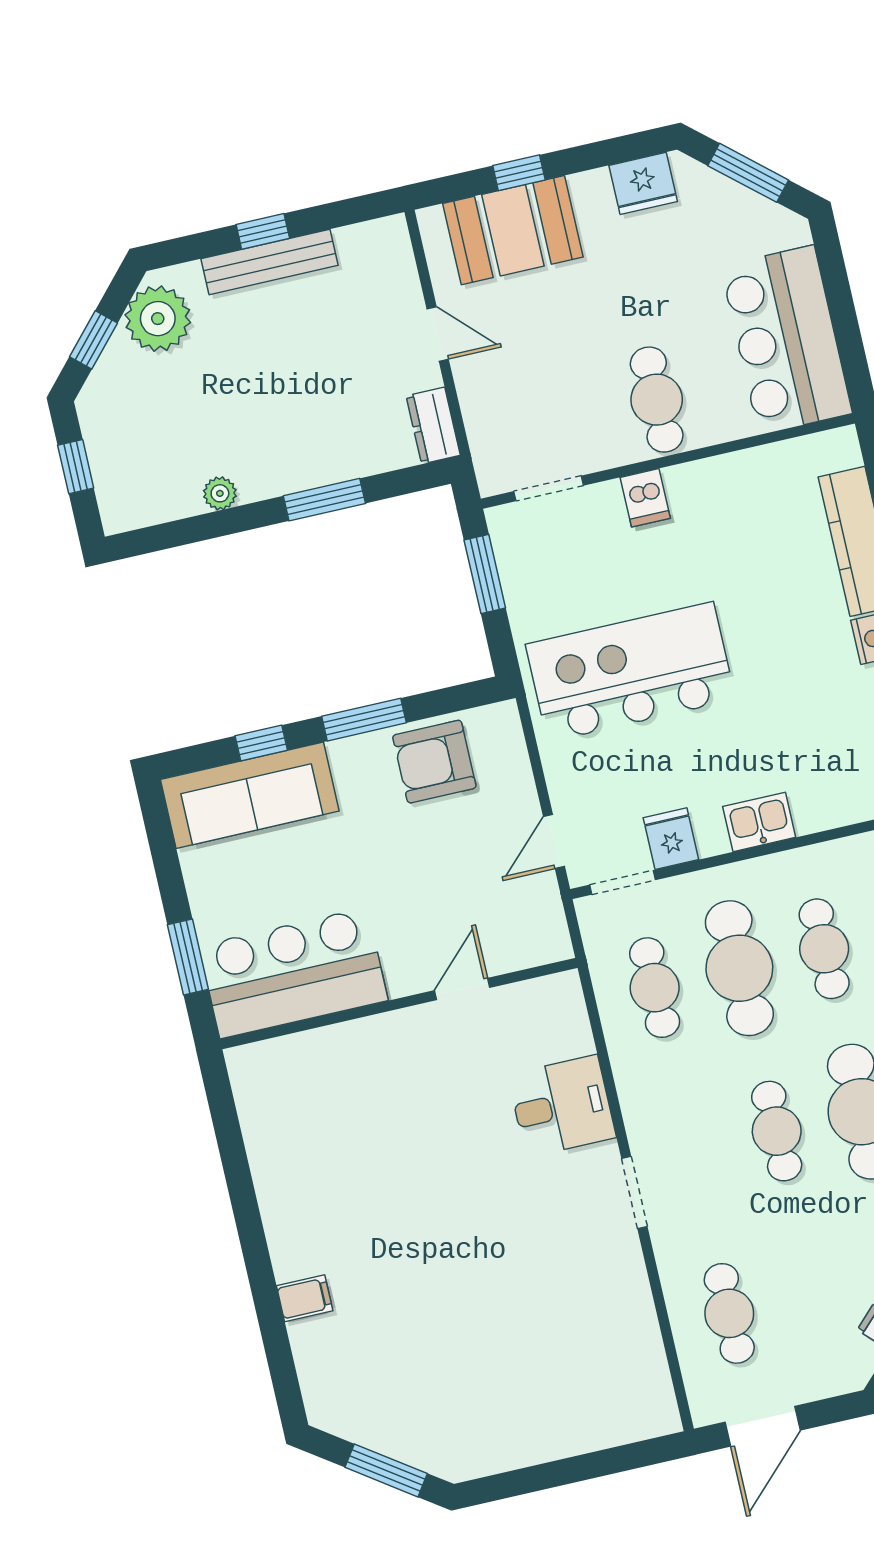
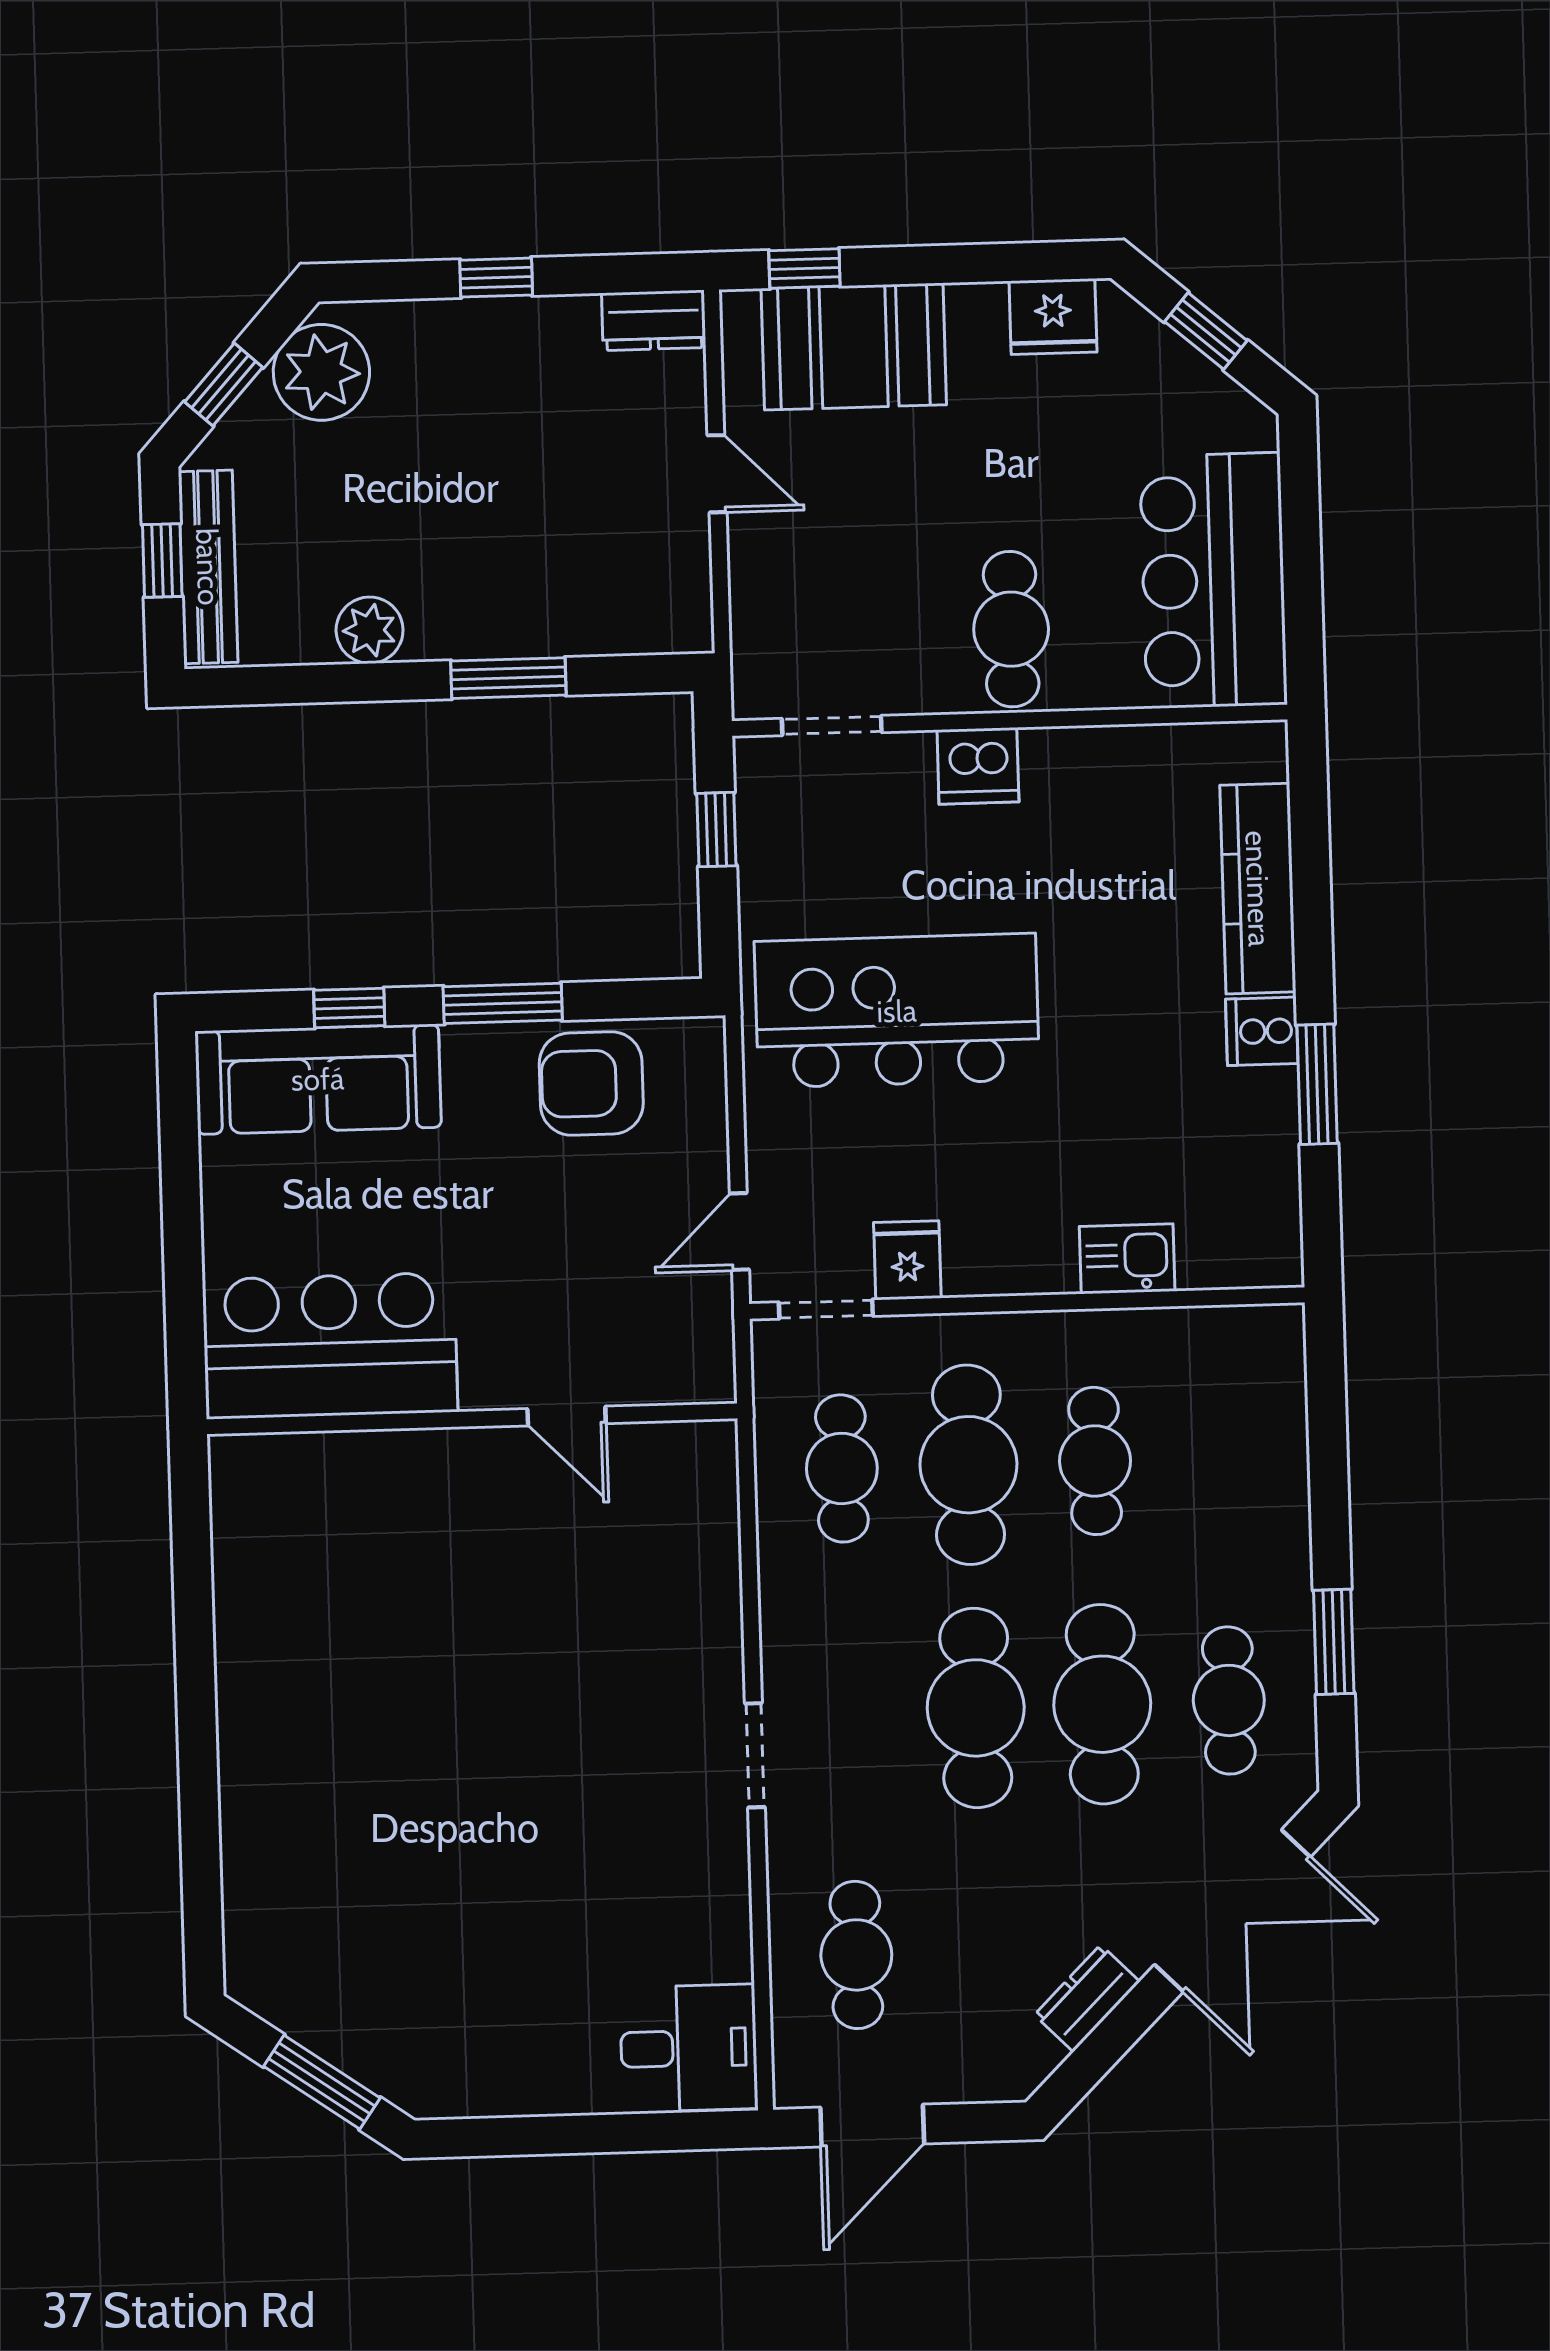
window: (519, 173) -> (804, 268), moved
window: (748, 173) -> (1206, 331), width x0.67
bench: (269, 262) -> (208, 567), moved, turned 90
dresser: (433, 425) -> (654, 320), moved, turned -90
plant: (220, 493) -> (370, 630), width x1.38, depth x1.38
dishwasher: (645, 498) -> (978, 766), width x1.38
window: (485, 574) -> (716, 830), width x0.67
kitchen sink: (759, 822) -> (1127, 1259), moved
window: (188, 957) -> (184, 1293), removed
door: (462, 989) -> (567, 1416), swing flipped
desk: (562, 1106) -> (689, 2048), moved
cafe table: (777, 1131) -> (976, 1708), width x1.37, depth x1.35
filing cabinet: (305, 1298) -> (254, 1813), removed

